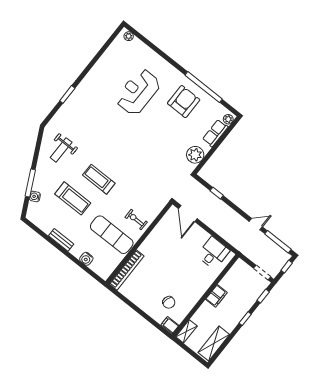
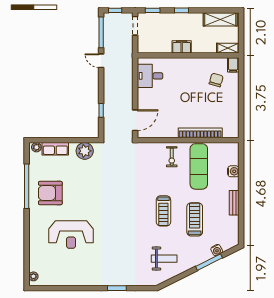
bookcase: (127, 270) -> (200, 133), moved

